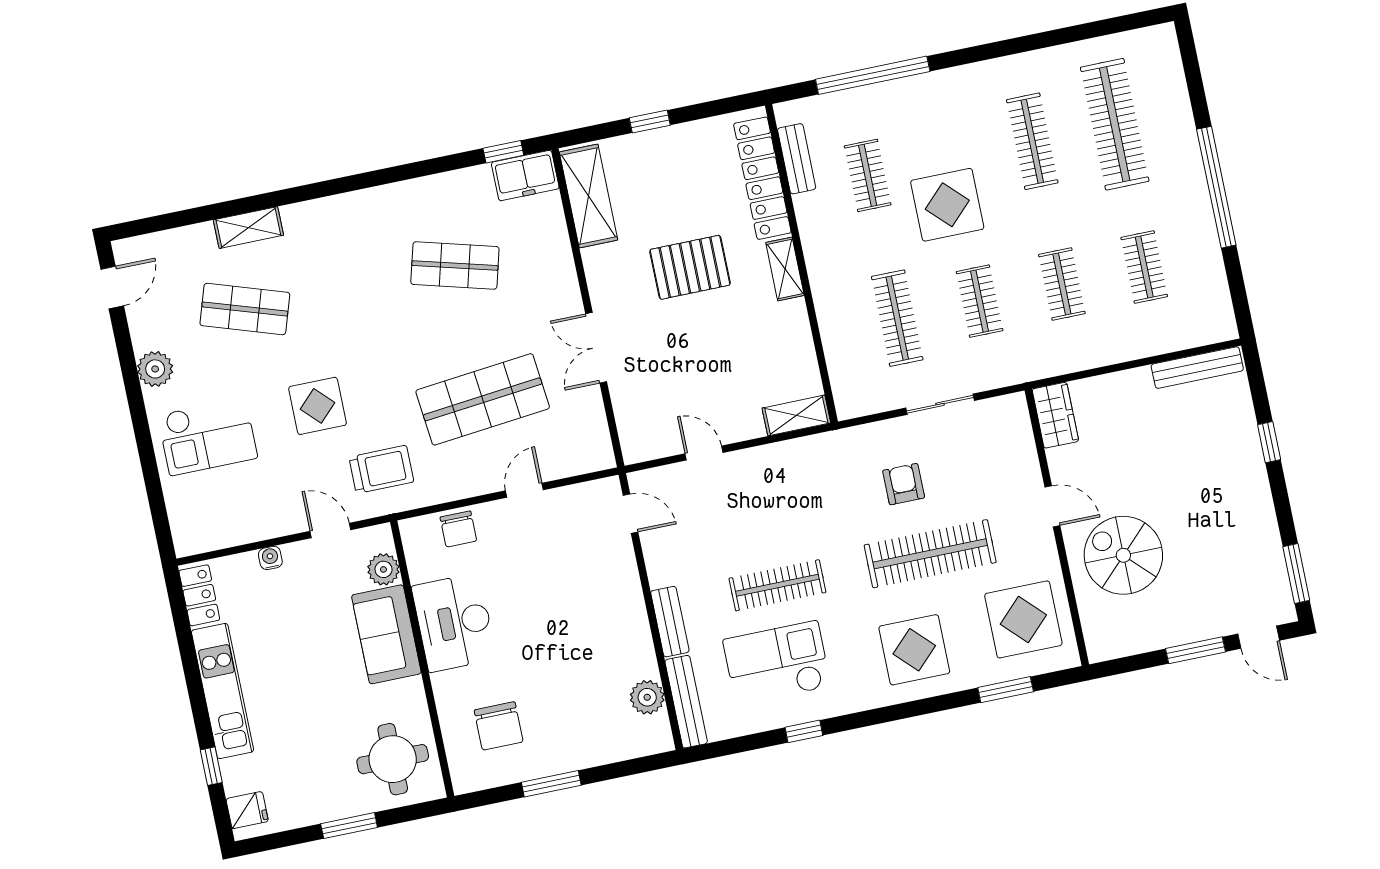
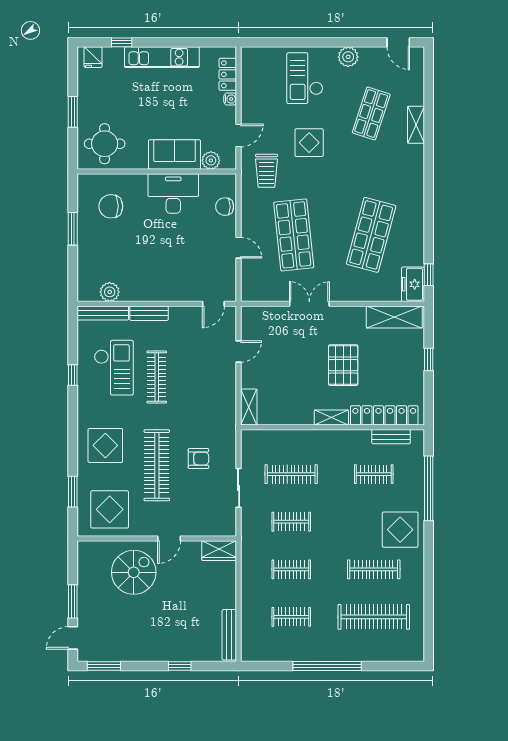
display table: (947, 205) -> (400, 530), moved
shop shelf: (455, 265) -> (371, 235), width x1.43, depth x1.36
locker: (199, 595) -> (228, 74), moved, turned 90

